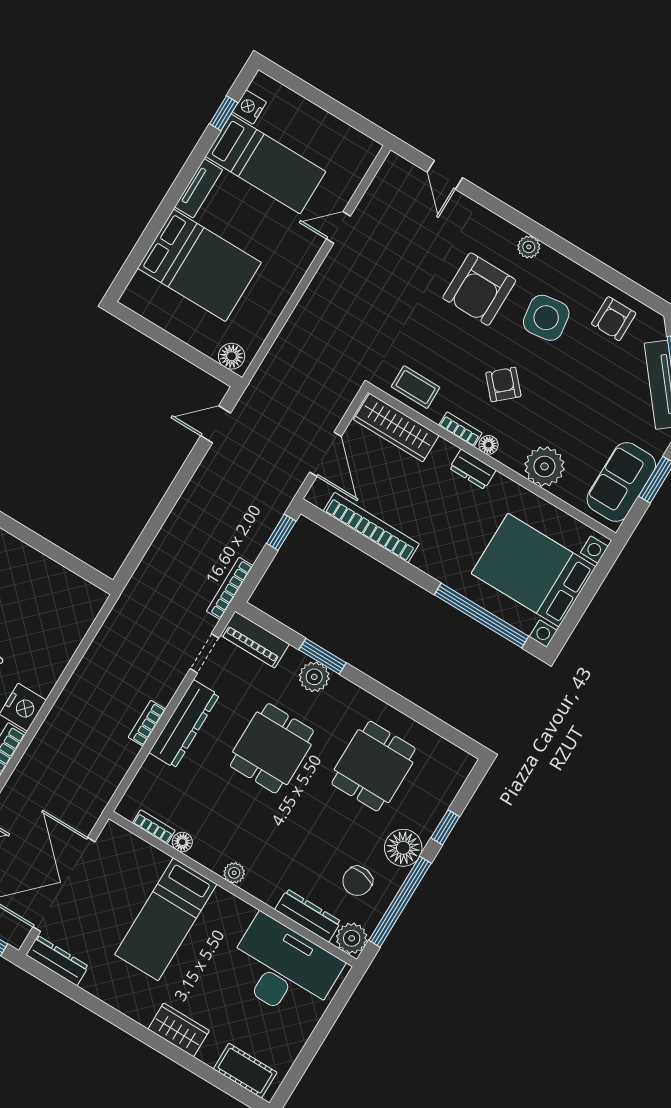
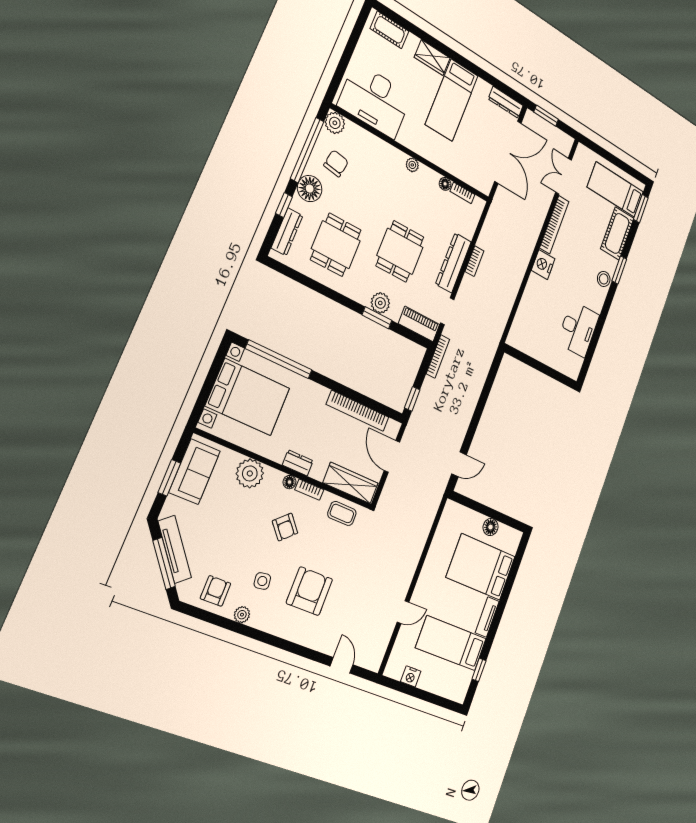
nightstand: (249, 107) -> (411, 676), moved, turned 90
plant: (529, 247) -> (242, 615), moved
side table: (546, 318) -> (262, 581), width x0.54, depth x0.54
floor lamp: (232, 356) -> (491, 527), moved
dresser: (308, 915) -> (287, 232), moved, turned -90
bed: (166, 919) -> (452, 100), moved, turned 180

